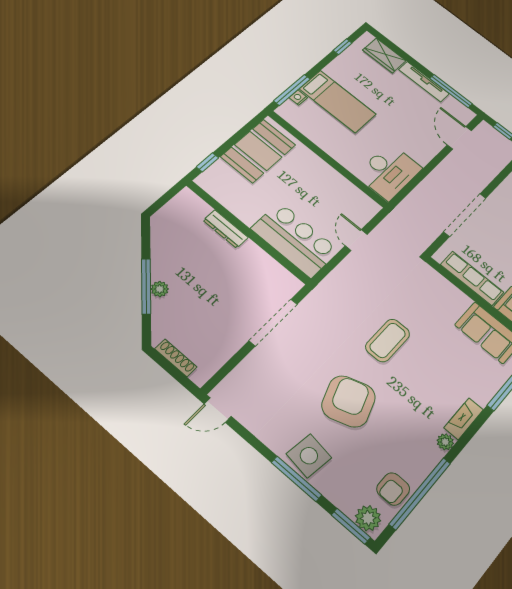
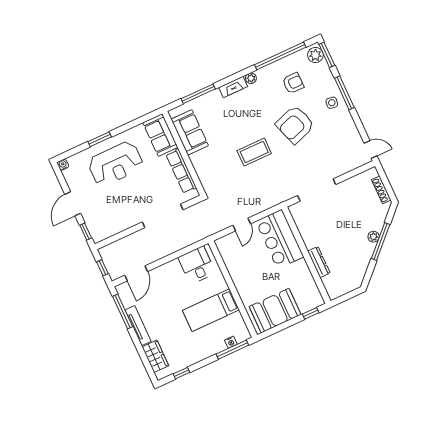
bed: (338, 101) -> (211, 310), moved, turned -90
desk: (389, 171) -> (197, 265), width x0.73
side table: (309, 456) -> (332, 103), width x0.54, depth x0.54
armchair: (393, 489) -> (293, 83), moved

